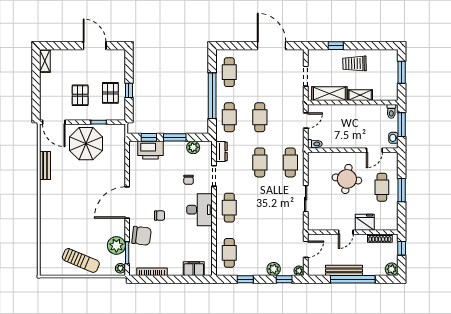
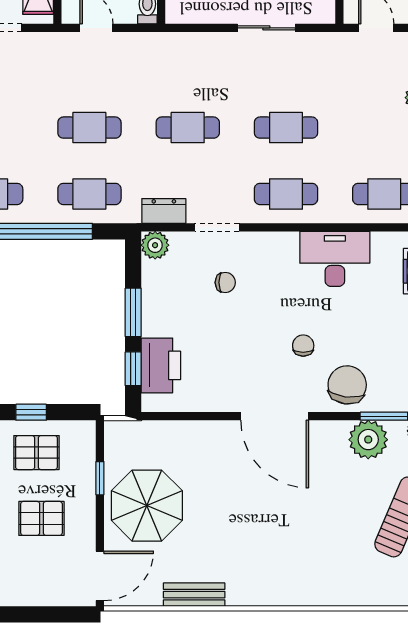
plant: (193, 147) -> (155, 245), moved
cafe table: (290, 162) -> (286, 128), moved
desk: (199, 210) -> (335, 259), moved

